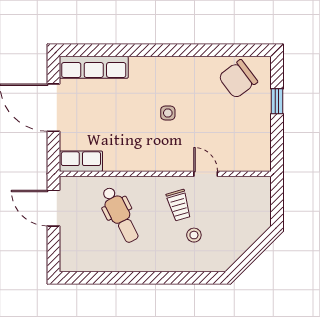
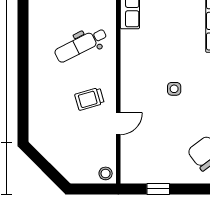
window: (277, 101) -> (158, 189), moved
stool: (194, 235) -> (106, 173), moved

